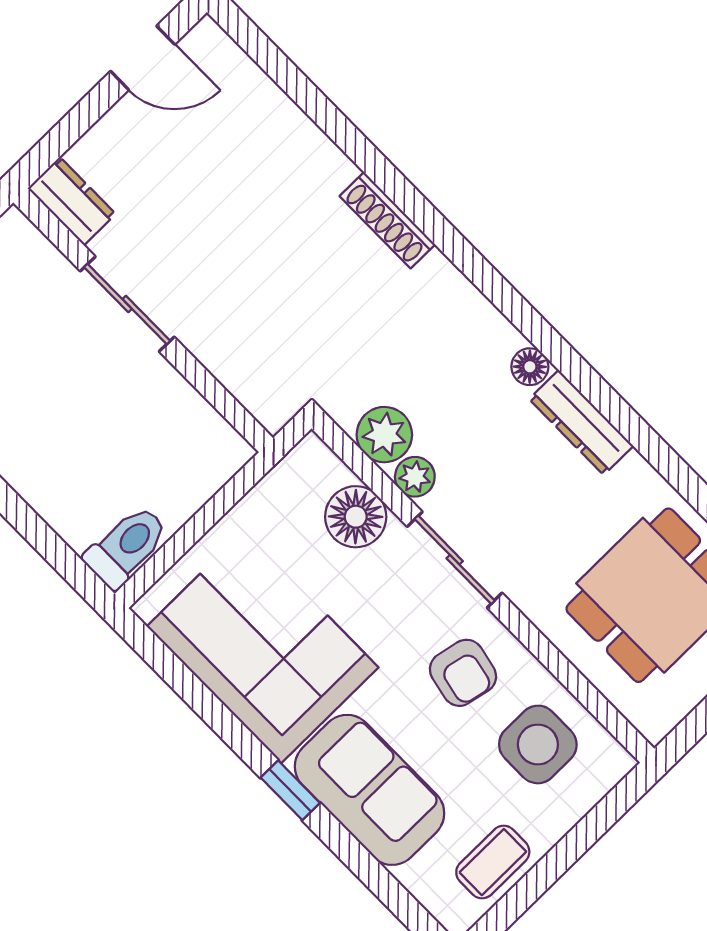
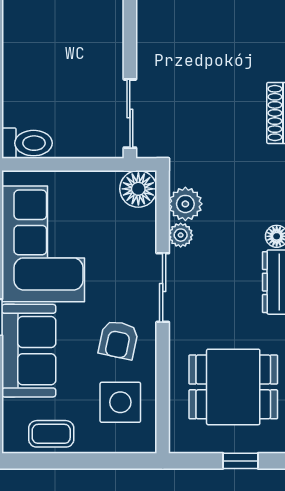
sliding door: (127, 304) -> (130, 114), moved
floor lamp: (356, 517) -> (138, 189), moved

